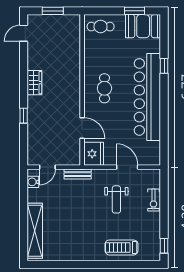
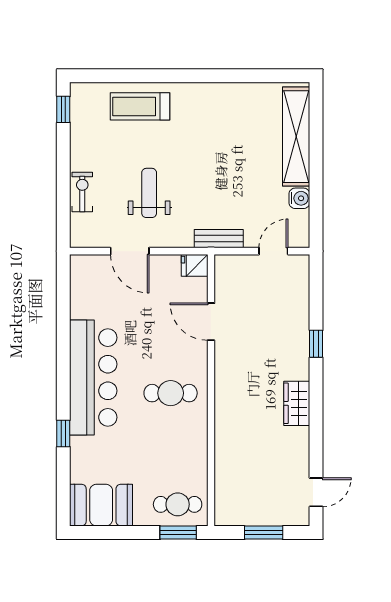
window: (134, 11) -> (178, 533), moved
cafe table: (104, 88) -> (171, 393), turned 90
bar counter: (147, 97) -> (93, 378), width x0.73
fridge: (94, 154) -> (195, 265), width x0.53, depth x0.75
water cooler: (33, 182) -> (299, 198), moved
treadmill: (121, 247) -> (140, 106), turned 180

